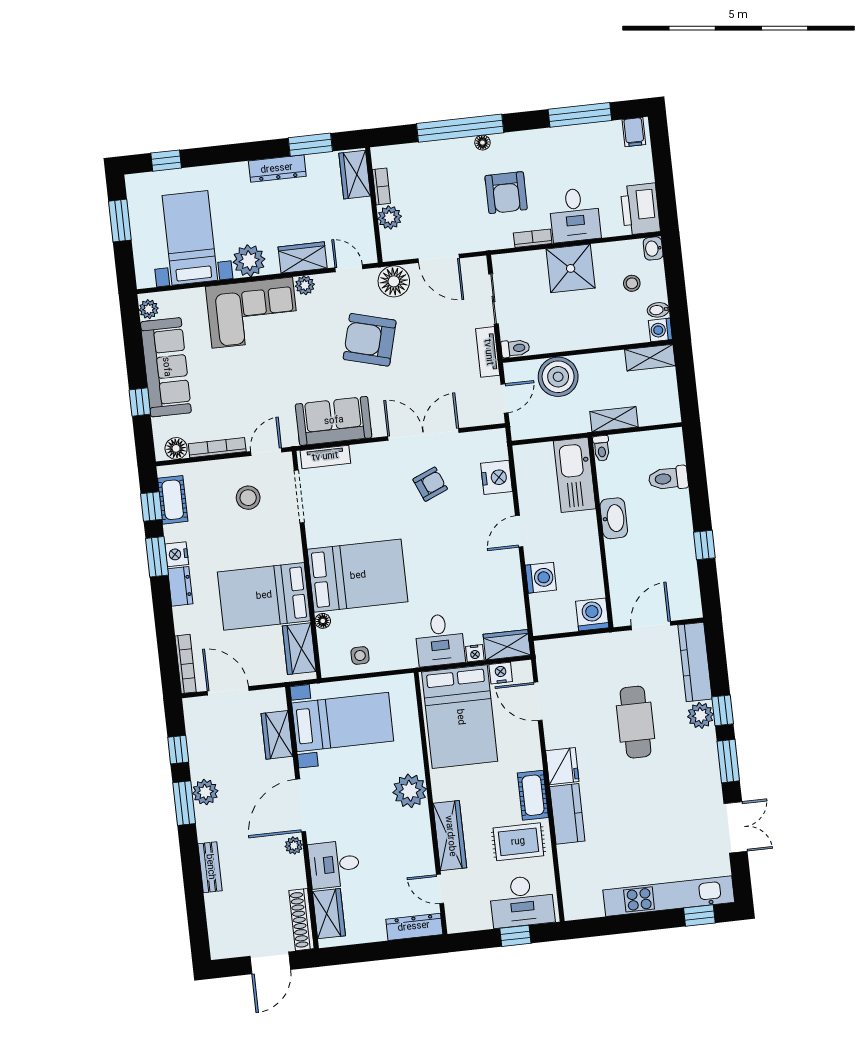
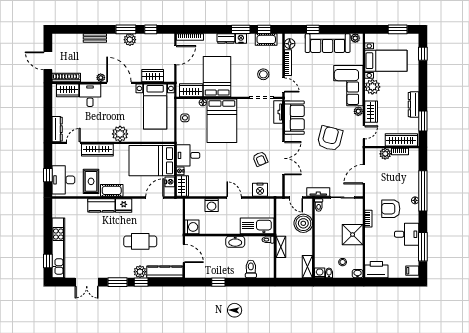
wardrobe: (355, 175) -> (401, 140), width x1.50
desk: (575, 215) -> (407, 234), moved, turned 180
floor lamp: (394, 281) -> (356, 152), removed

